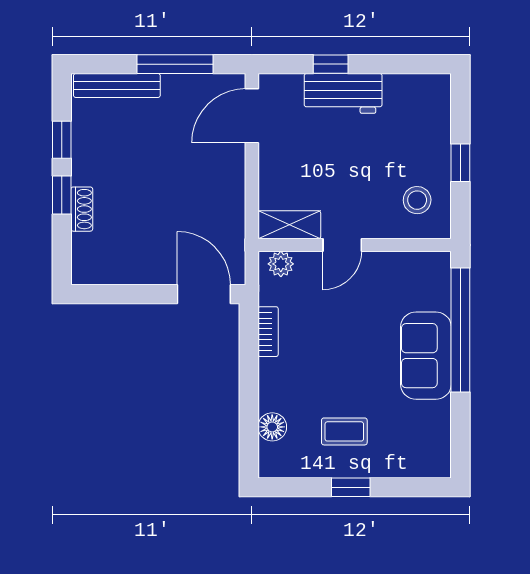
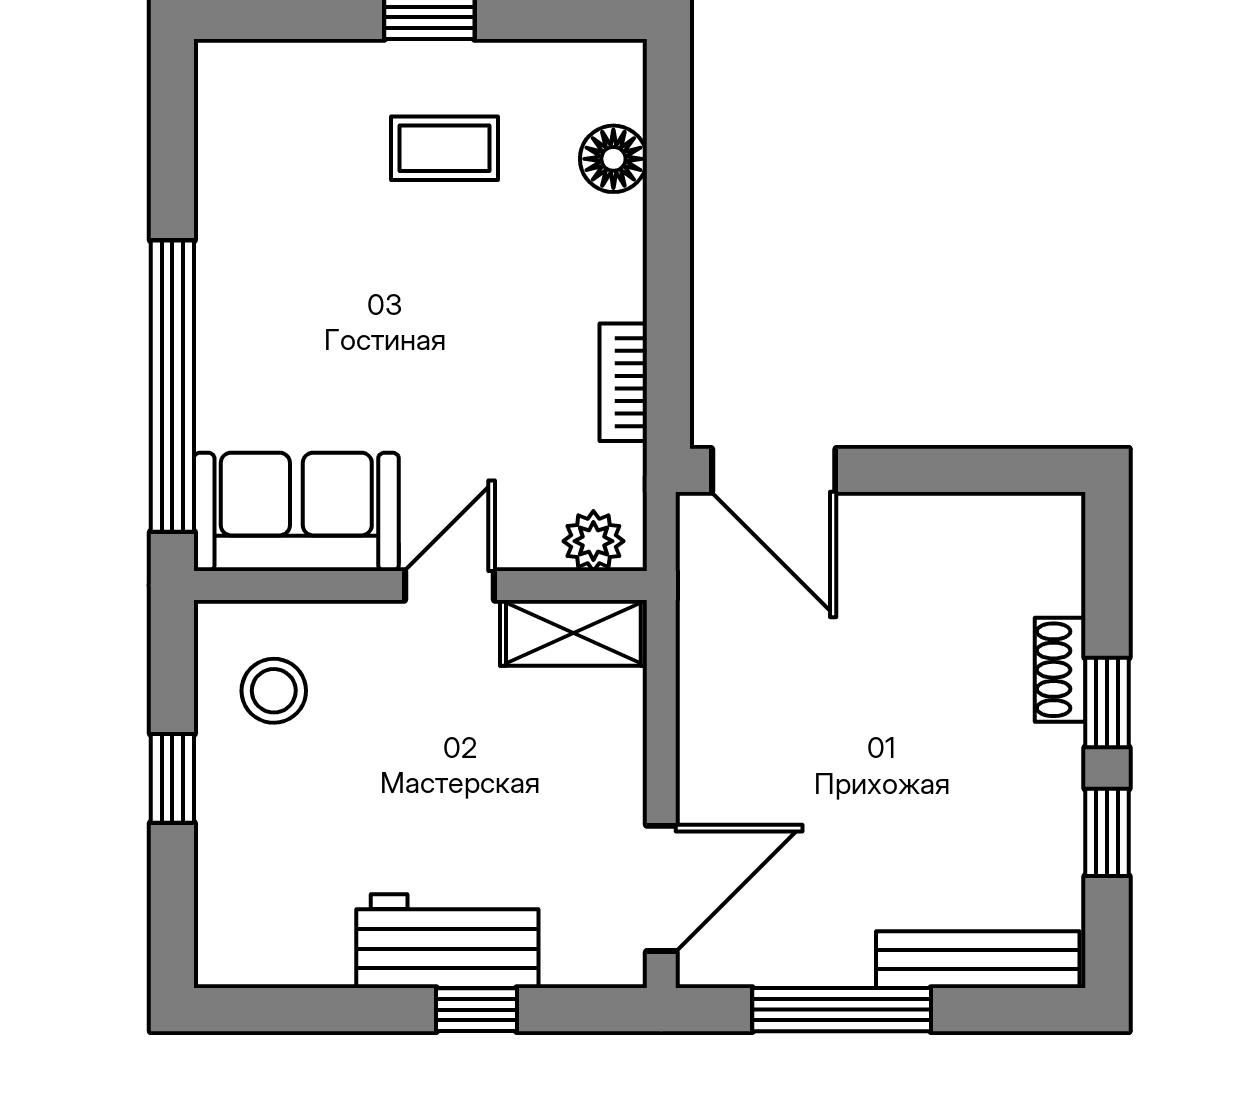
sofa: (426, 356) -> (296, 512), moved, turned -90

